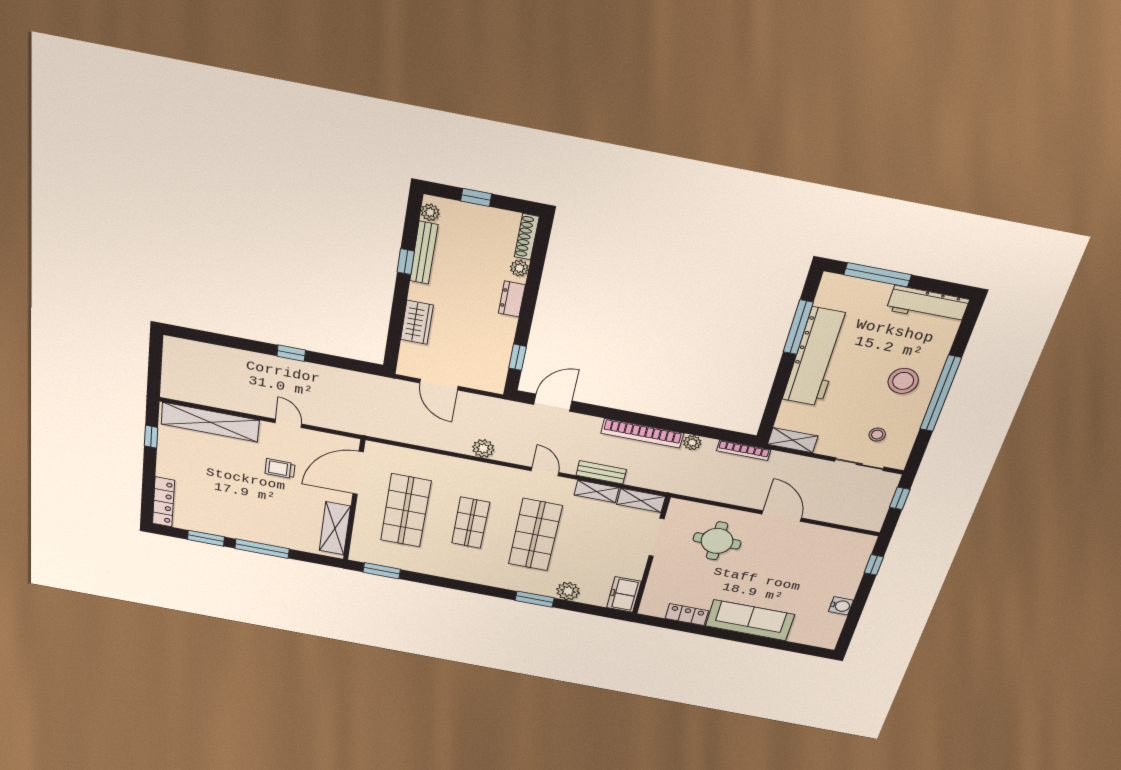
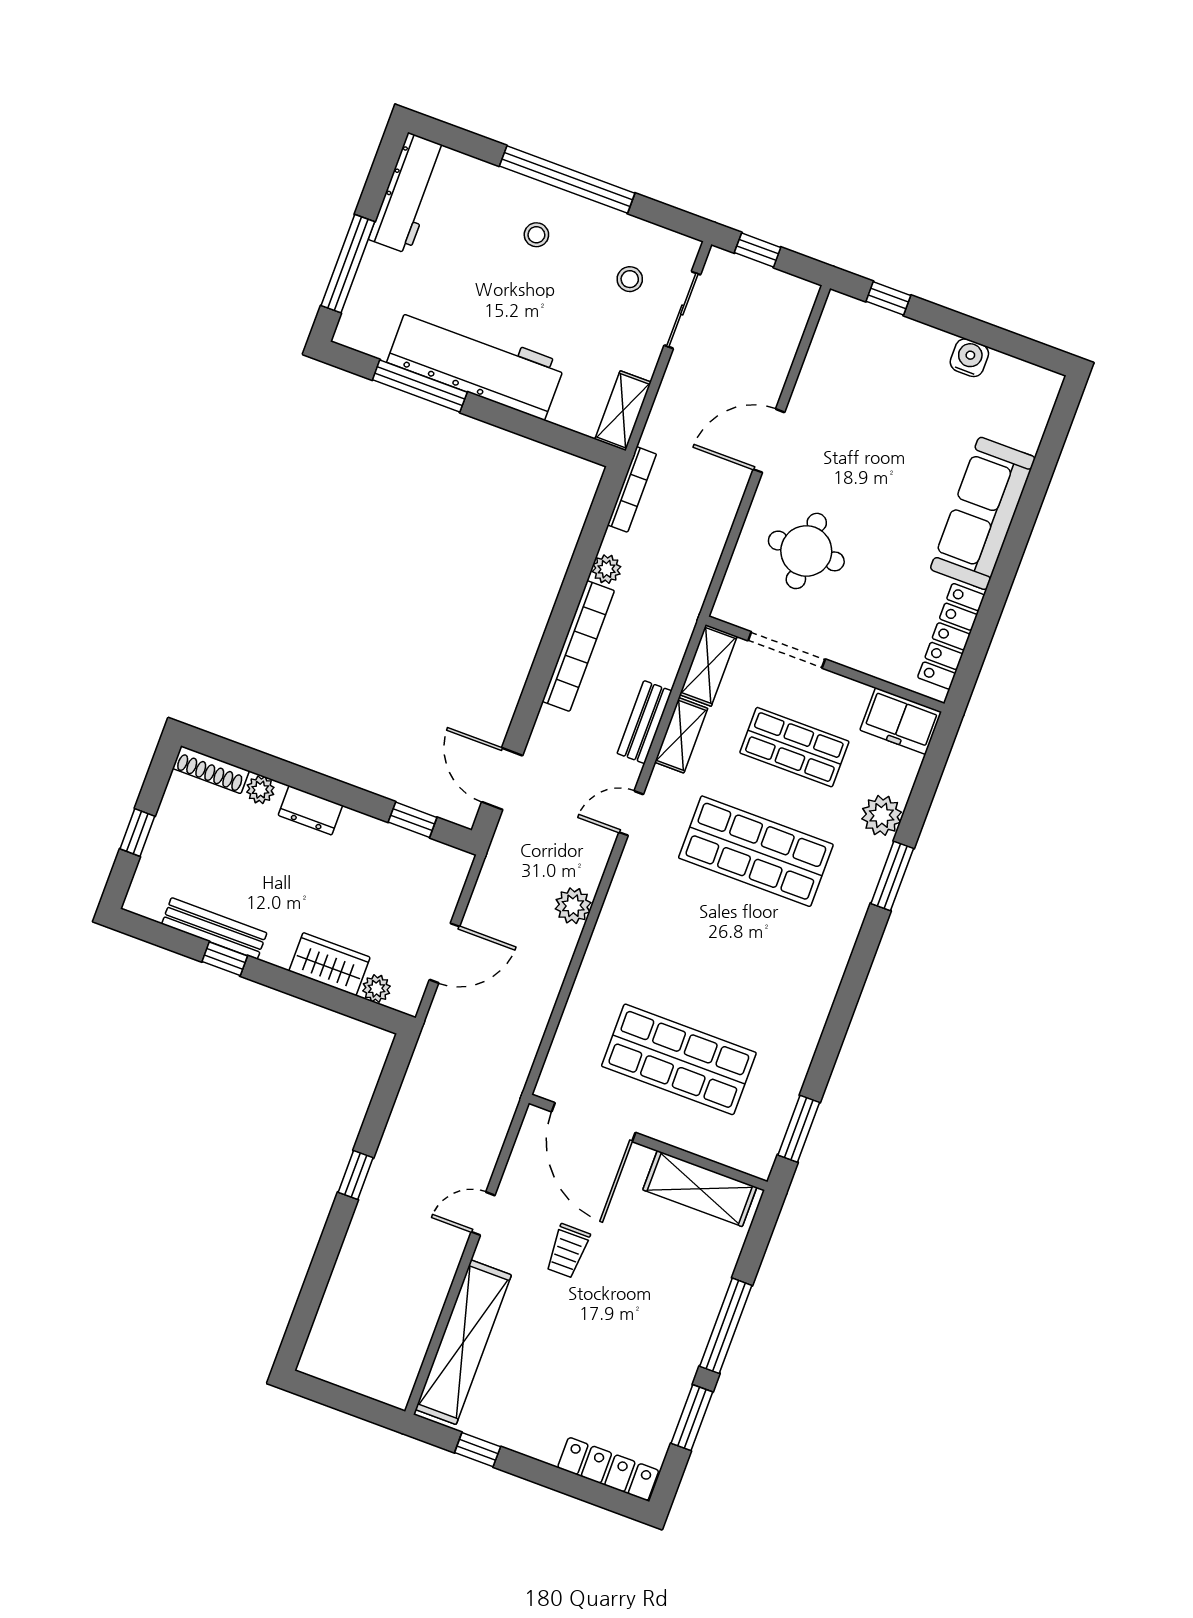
plant: (430, 212) -> (376, 989), moved
stool: (903, 381) -> (536, 235), width x0.53, depth x0.53
shop shelf: (471, 523) -> (794, 747), moved
locker: (687, 615) -> (951, 636), width x1.53

